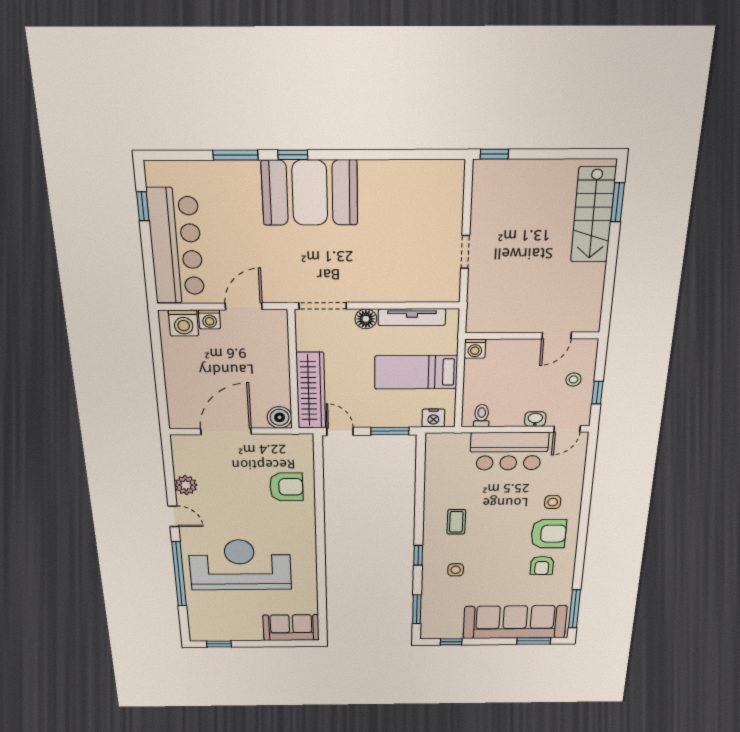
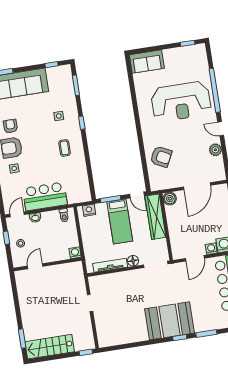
stairs: (593, 215) -> (50, 347), moved, turned -90
bed: (416, 372) -> (120, 222), moved, turned 90
armchair: (286, 487) -> (161, 157), turned -153

